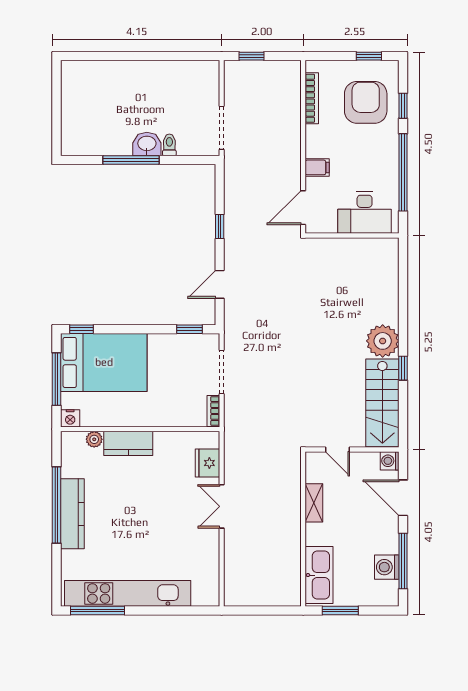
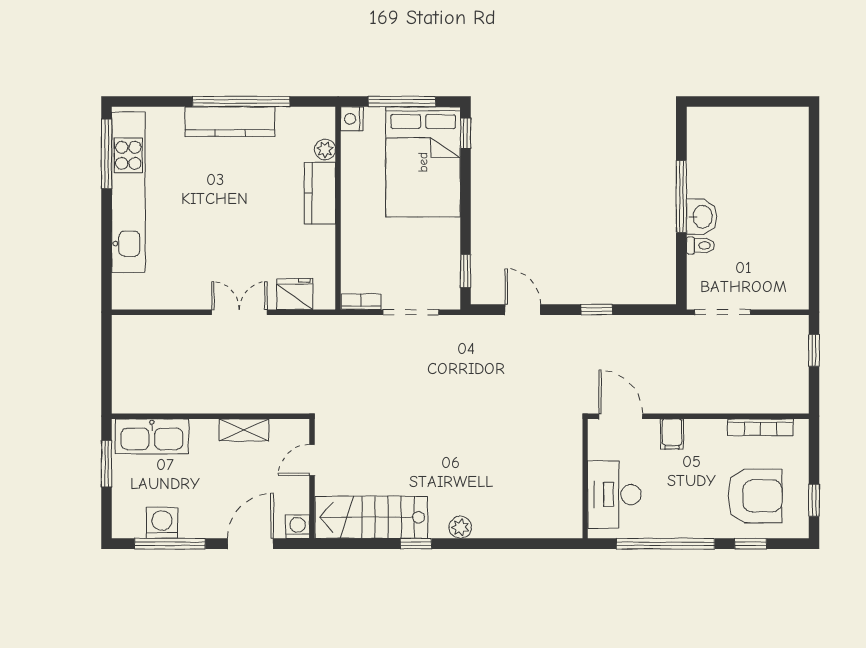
plant: (383, 341) -> (460, 527), width x0.53, depth x0.53

